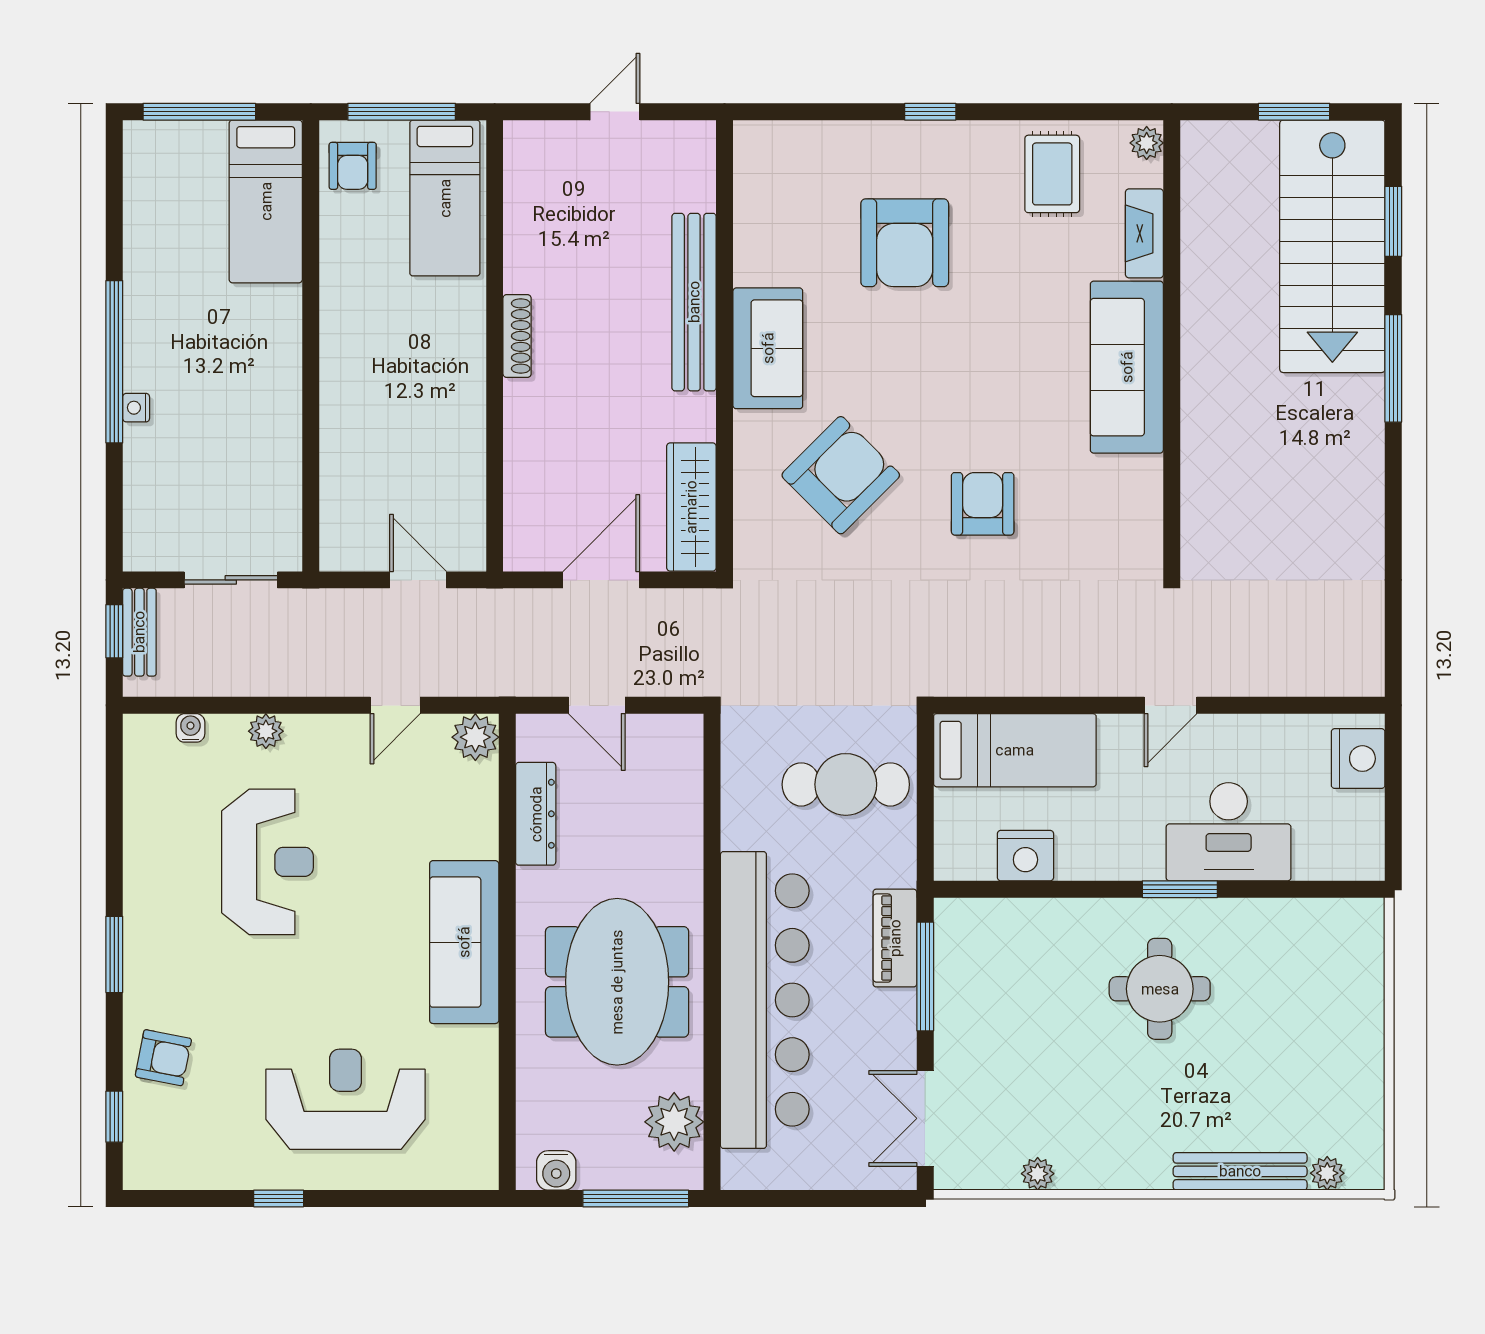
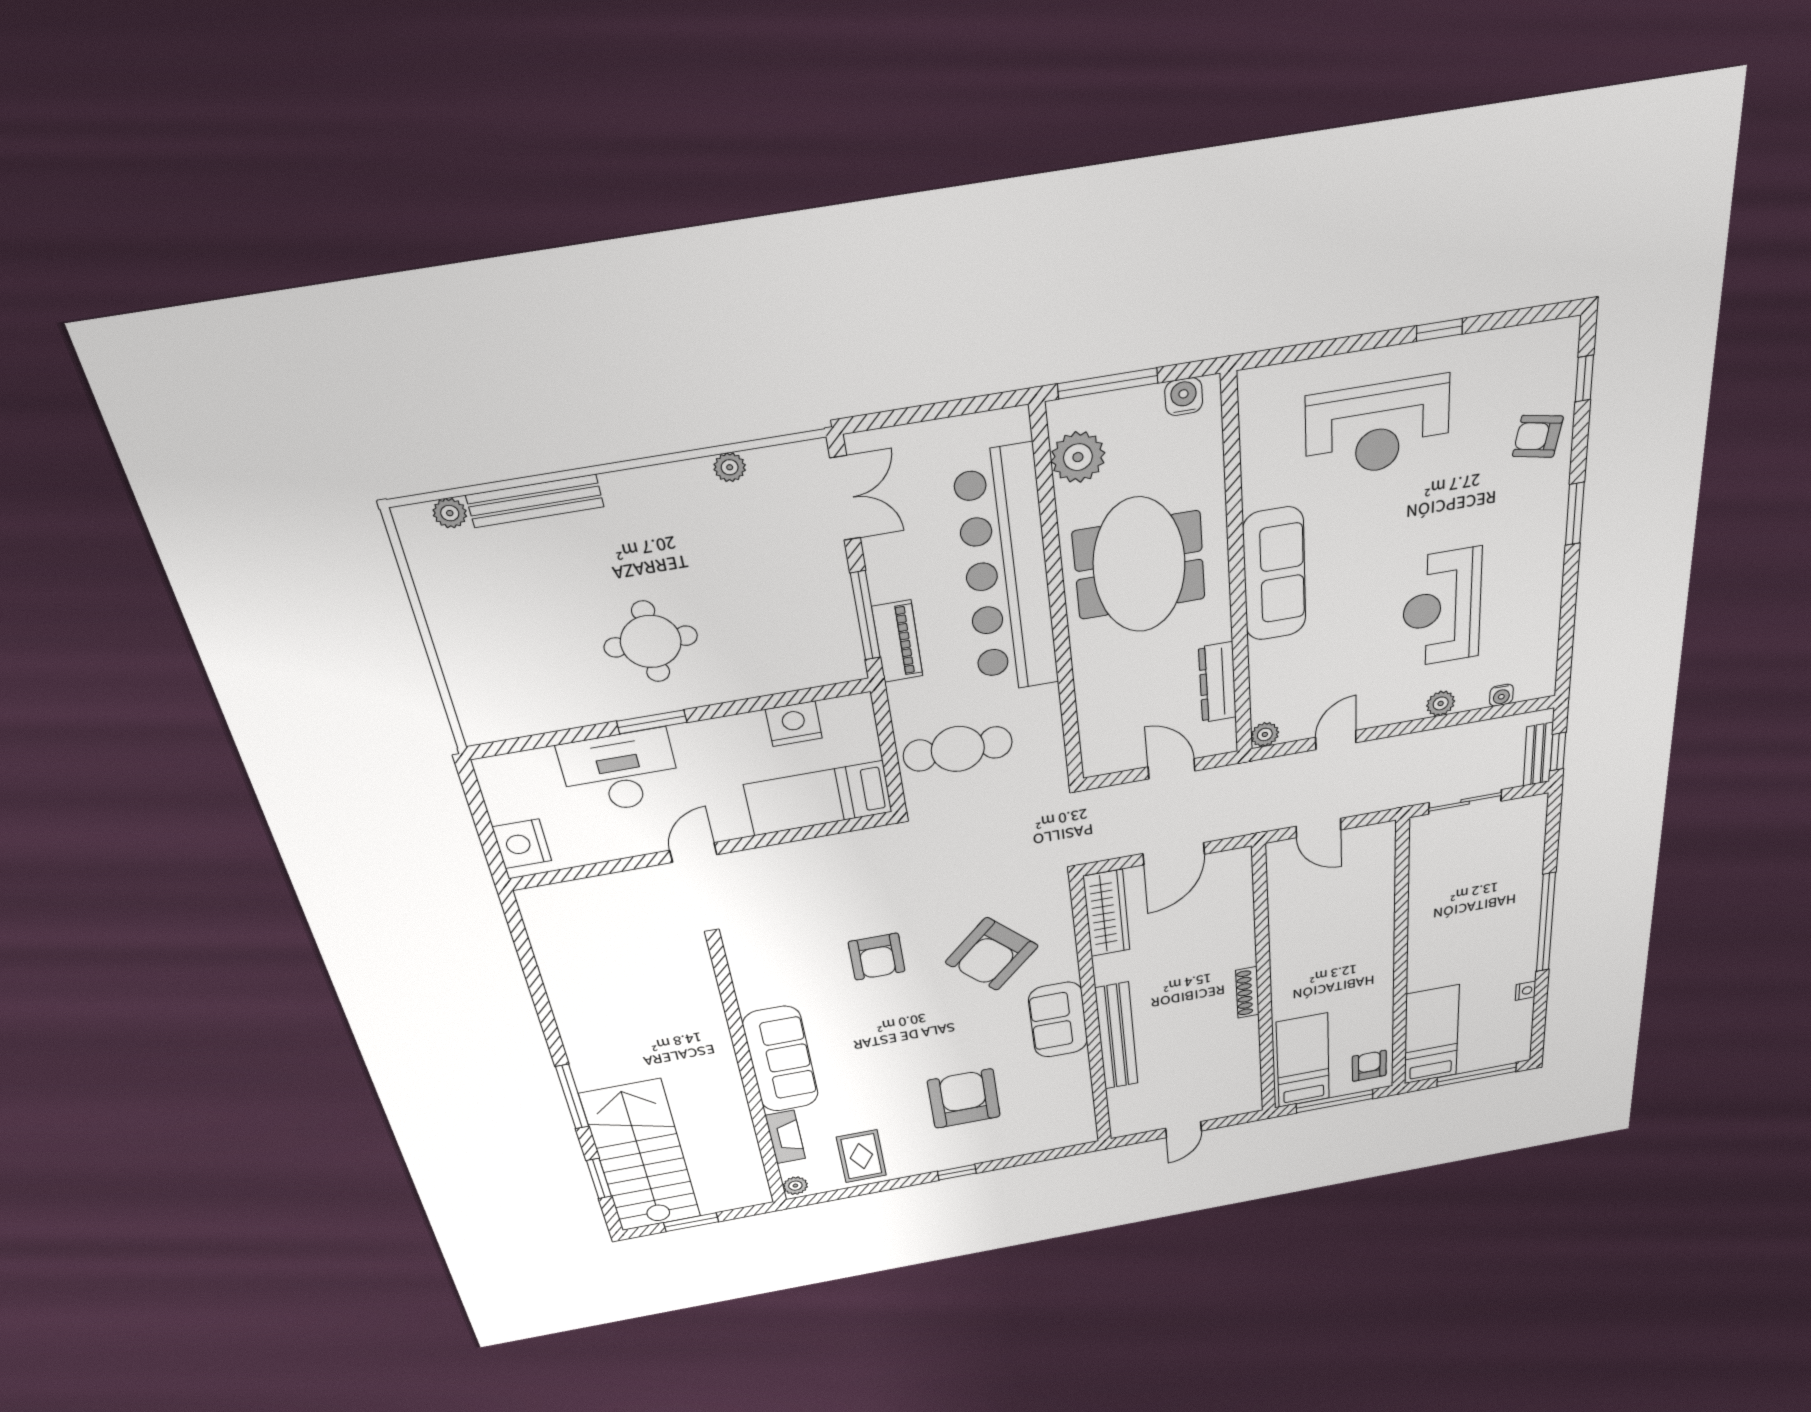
nightstand: (136, 408) -> (1526, 991), moved
plant: (475, 737) -> (1265, 734), width x0.73, depth x0.73

